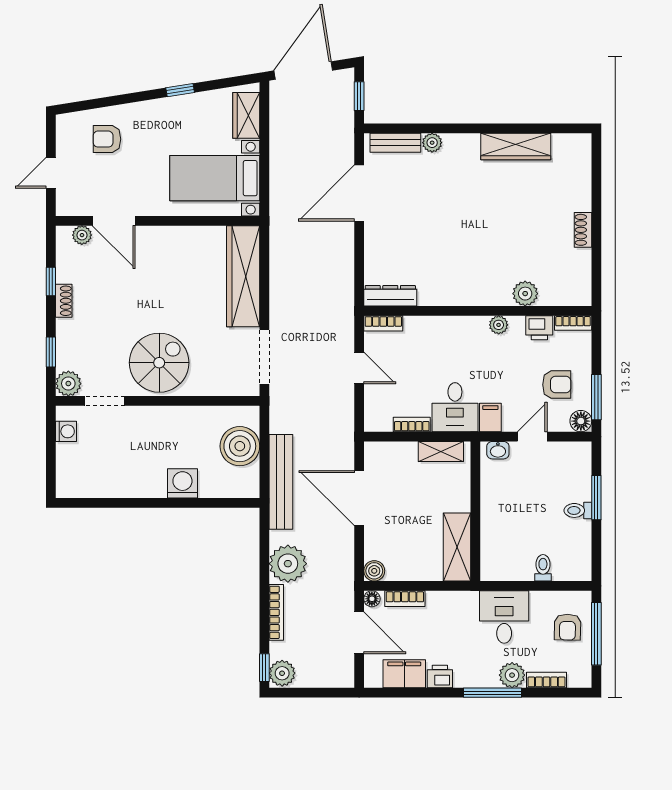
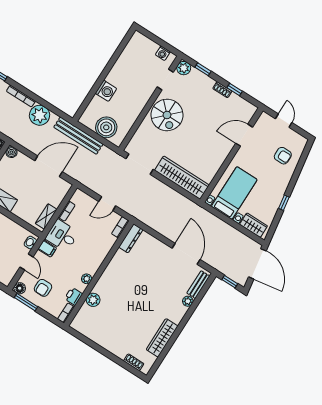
armchair: (107, 139) -> (283, 156), turned 90
shoe rack: (583, 230) -> (134, 362), moved
plant: (82, 235) -> (247, 117), removed

